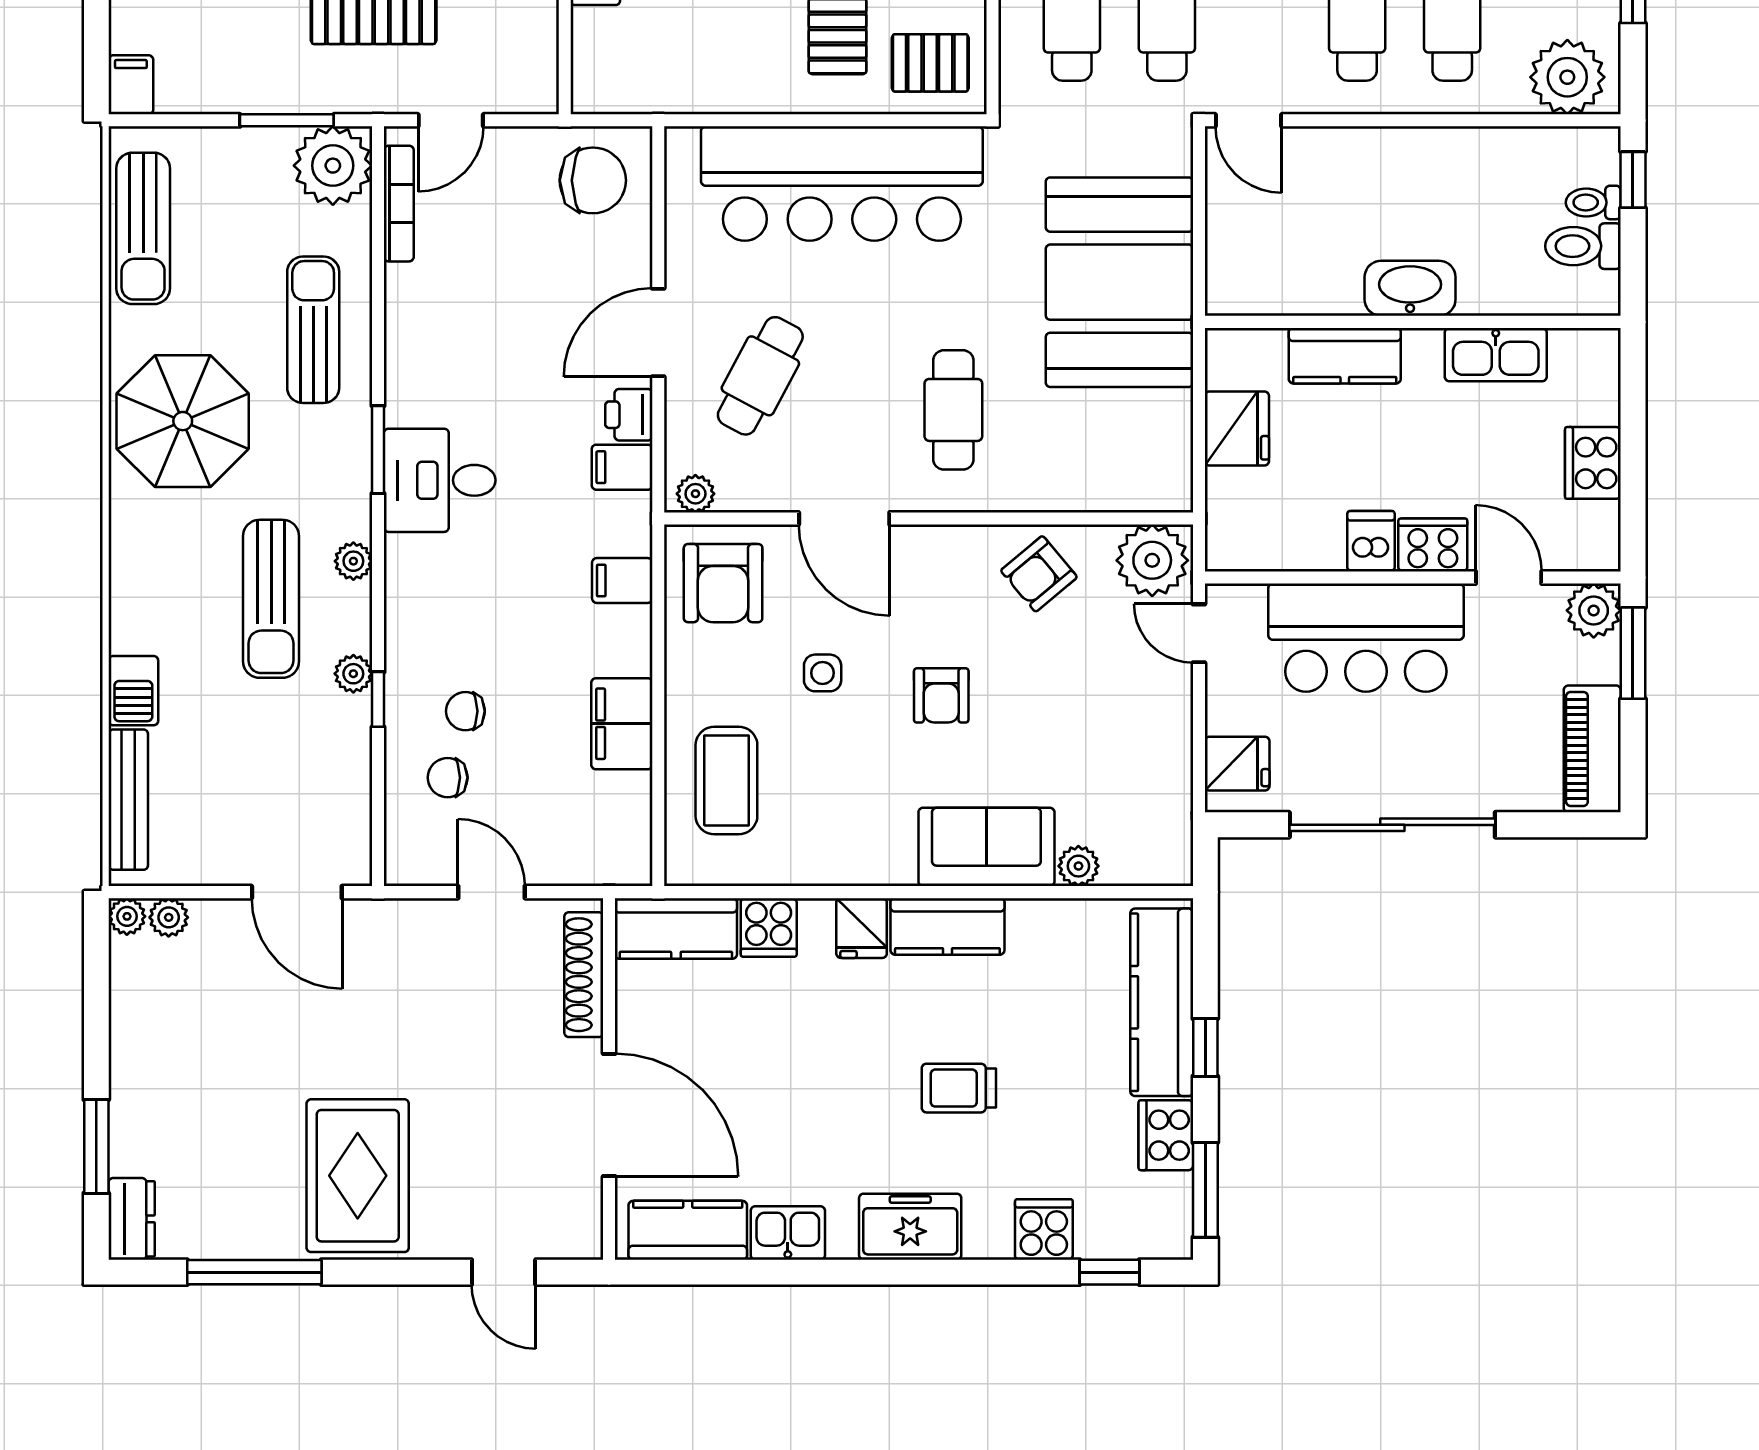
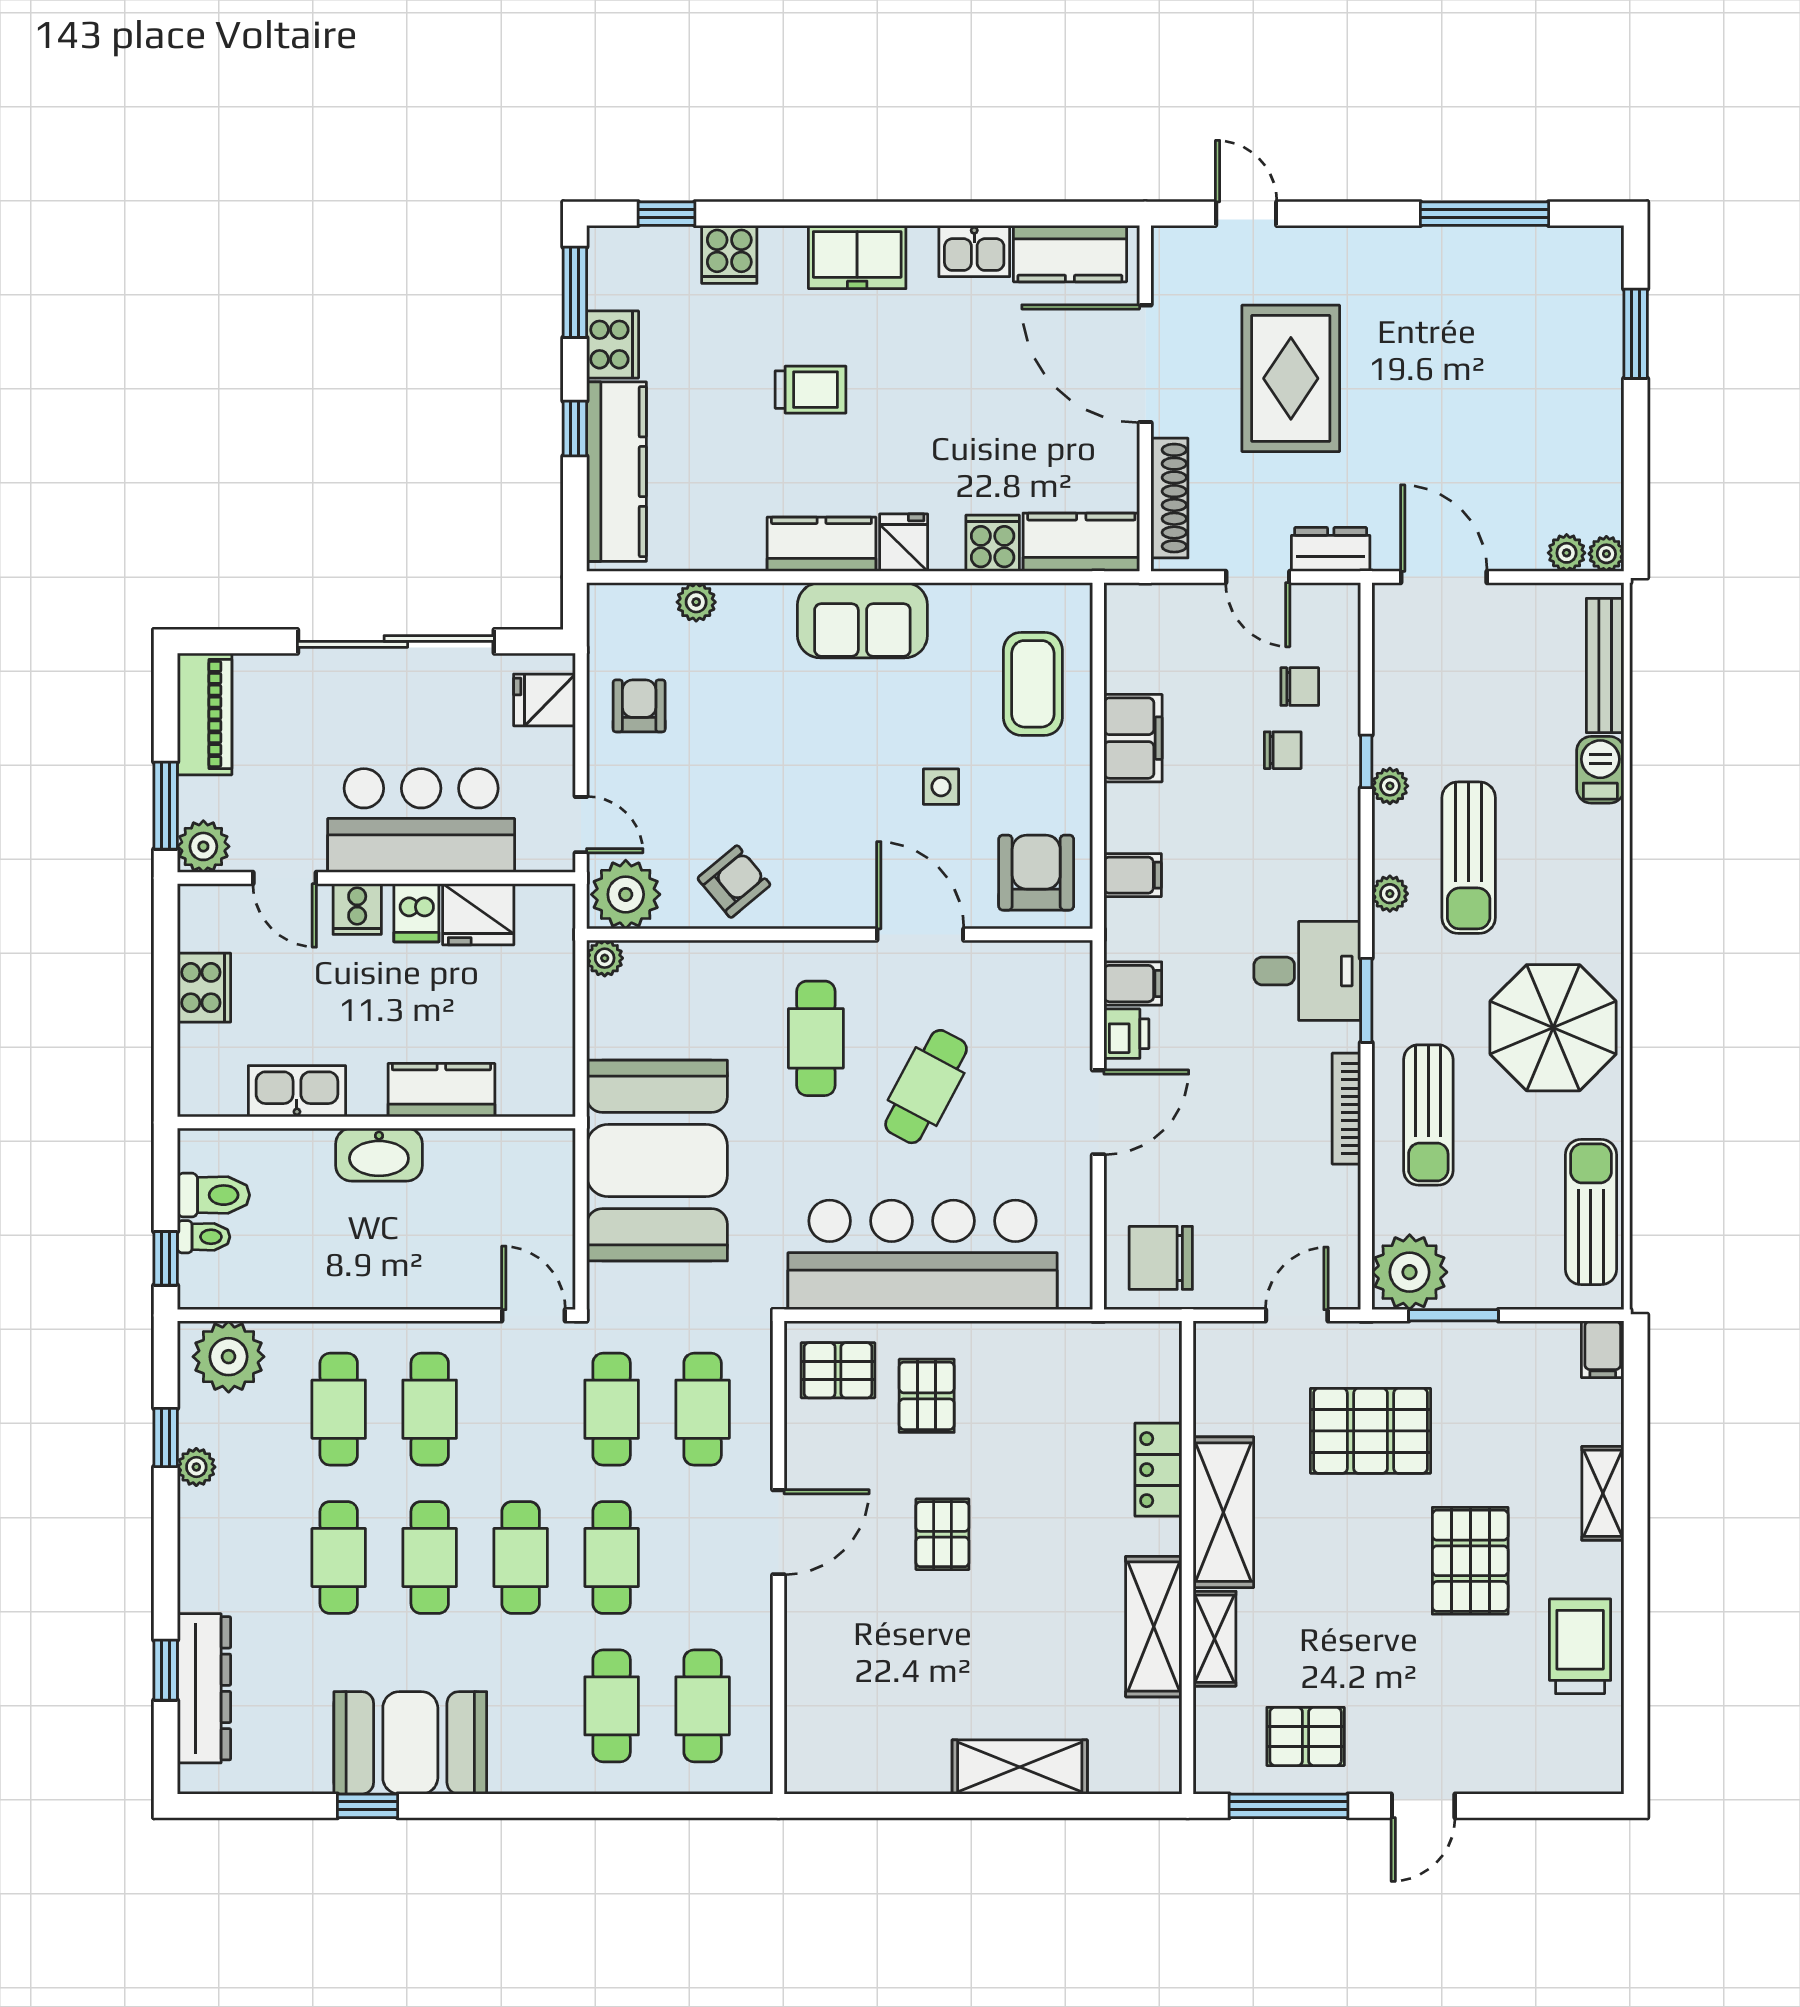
bookcase: (399, 204) -> (1346, 1109), moved
cafe table: (760, 376) -> (926, 1087), moved
fridge: (1237, 428) -> (478, 914), moved, turned -90
plant: (695, 494) -> (605, 958), moved
cooker: (1433, 545) -> (357, 909), width x0.73
sun lounger: (271, 599) -> (1469, 858), turned 180
armchair: (941, 695) -> (639, 706), moved
sofa: (986, 847) -> (862, 620), moved
rug: (358, 1176) -> (1291, 378), moved
dresser: (132, 1219) -> (1331, 549), moved, turned 90

